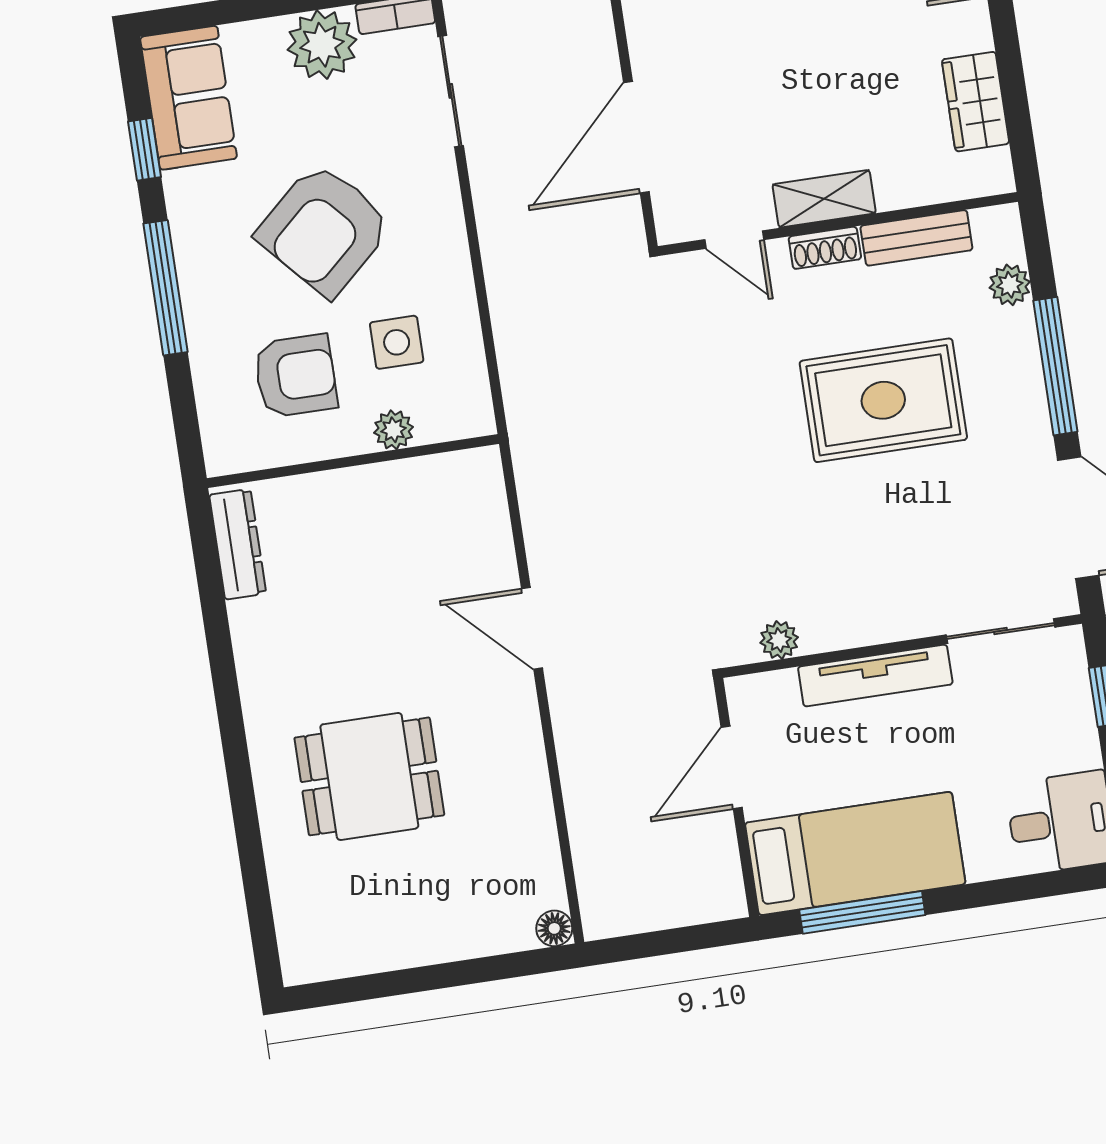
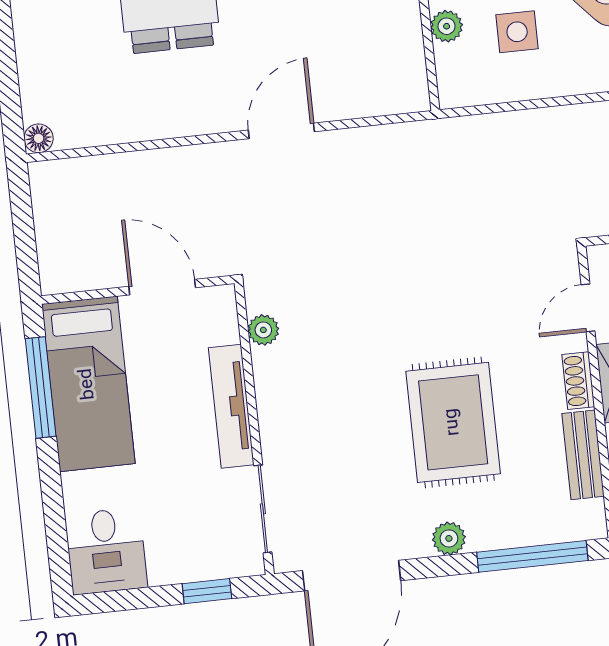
plant: (1010, 285) -> (449, 538), moved
window: (1055, 366) -> (532, 556), moved

